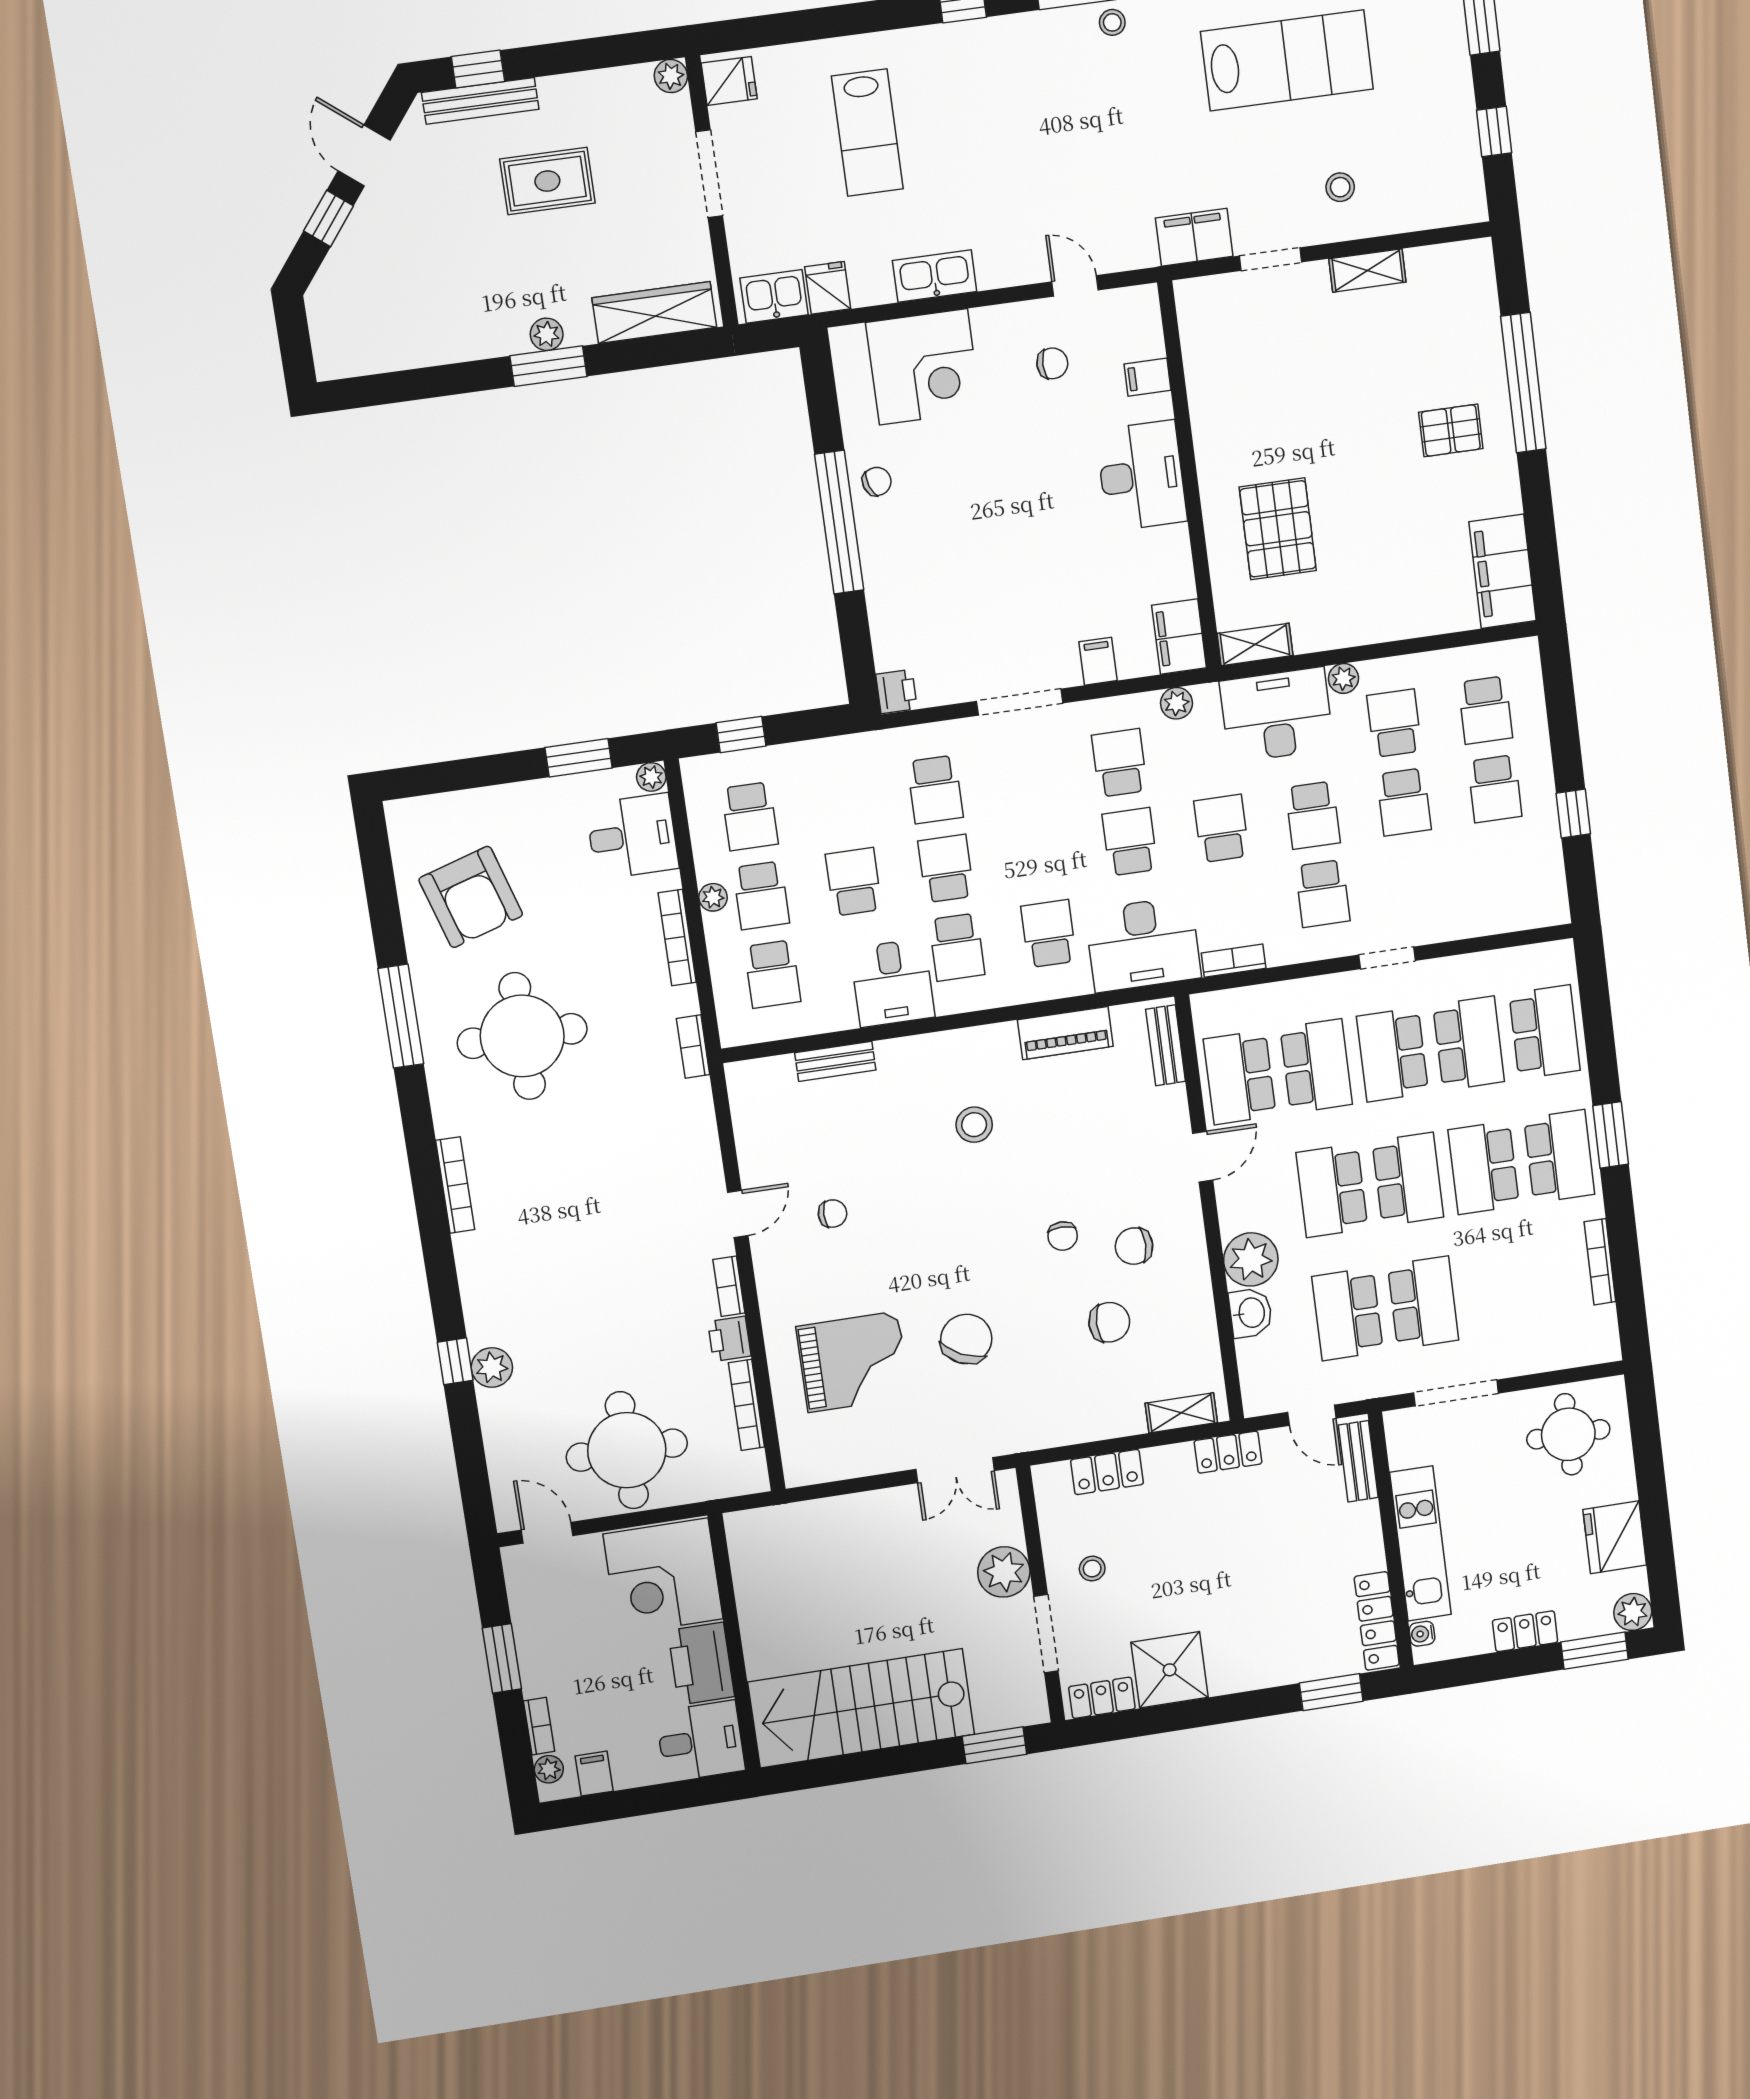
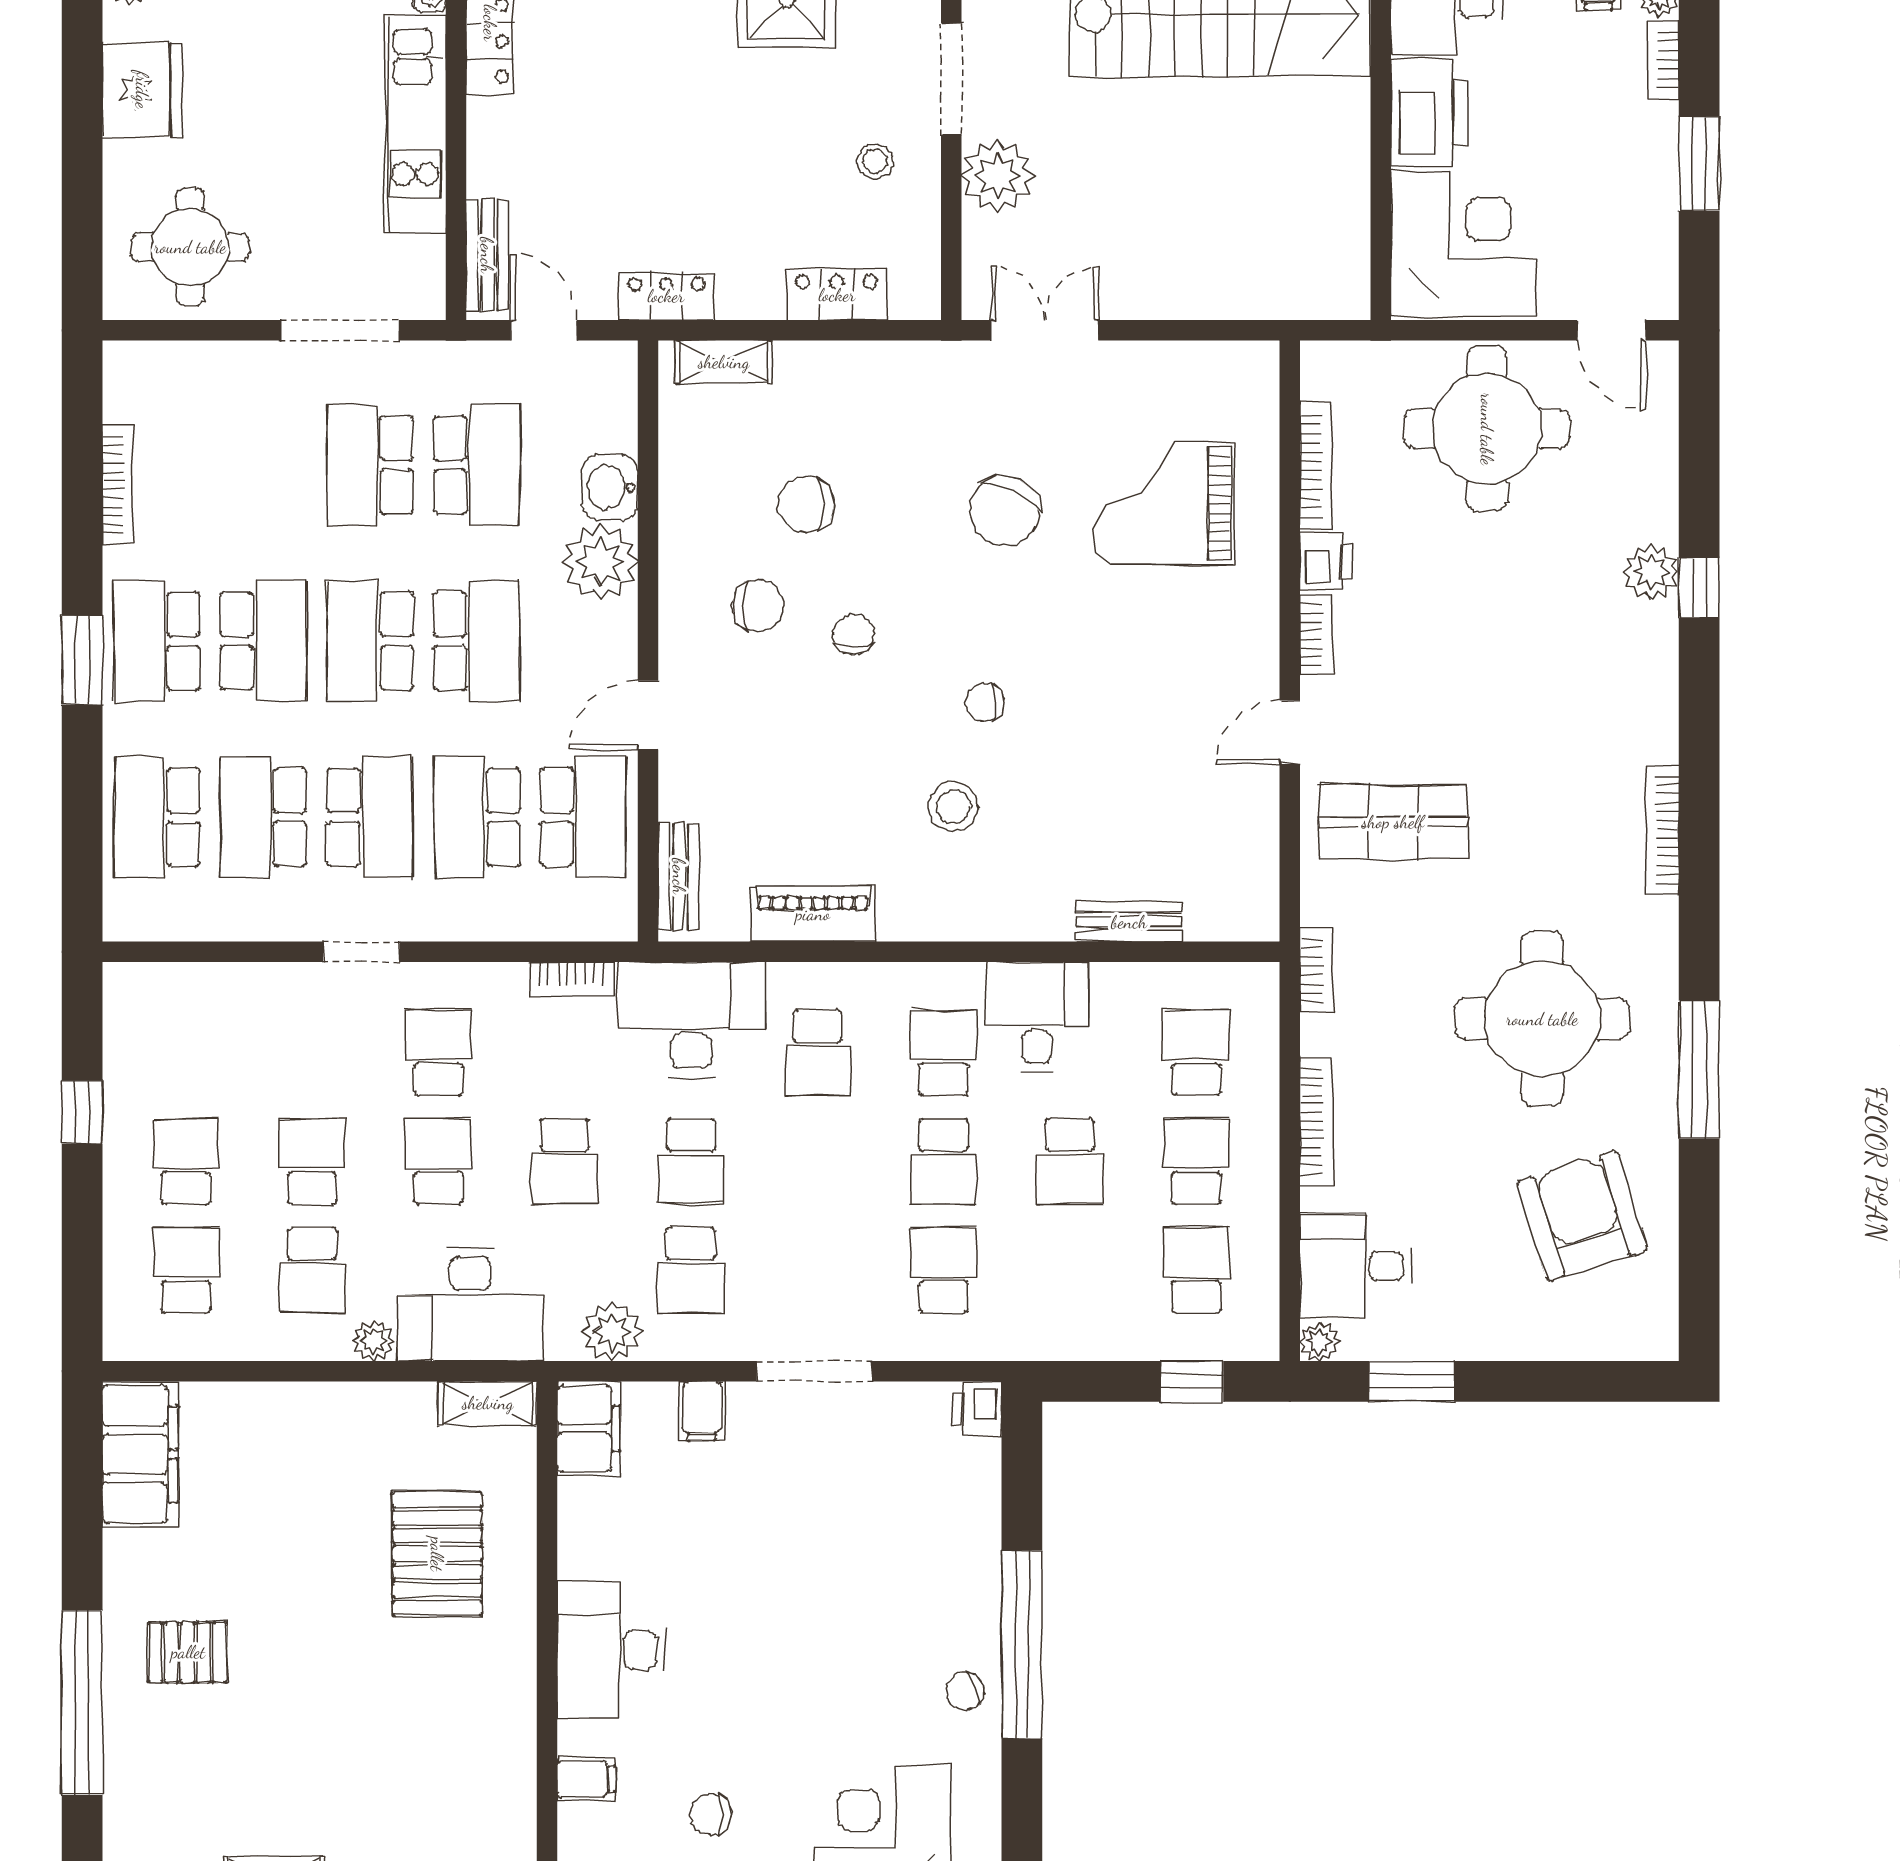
plant: (1176, 703) -> (612, 1331), width x1.38, depth x1.38
plant: (713, 897) -> (1261, 1168), removed
shop shelf: (653, 1161) -> (1393, 822), added
chair: (832, 1214) -> (985, 702), moved

